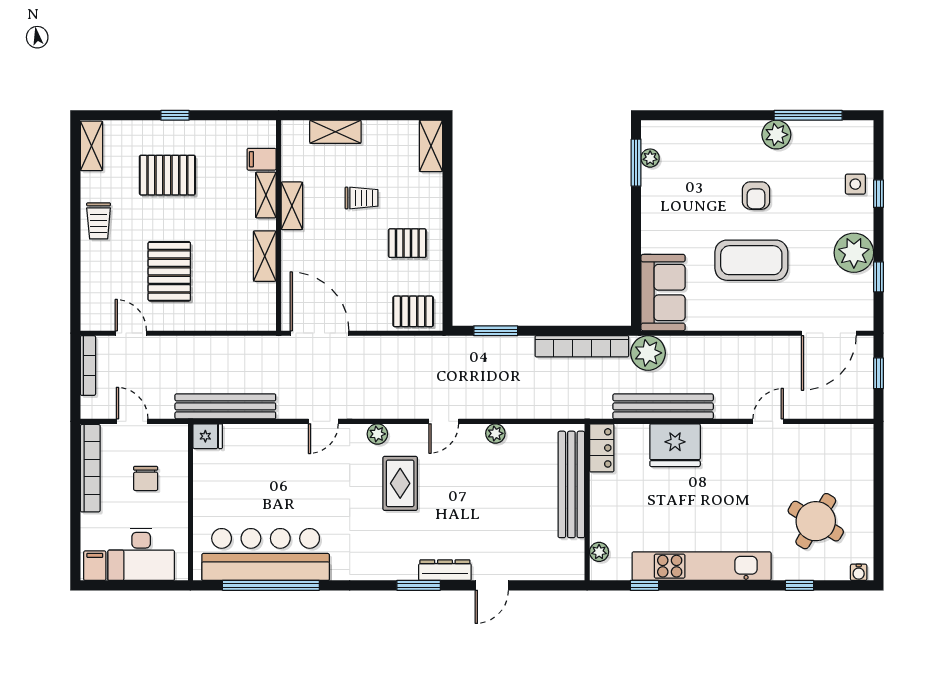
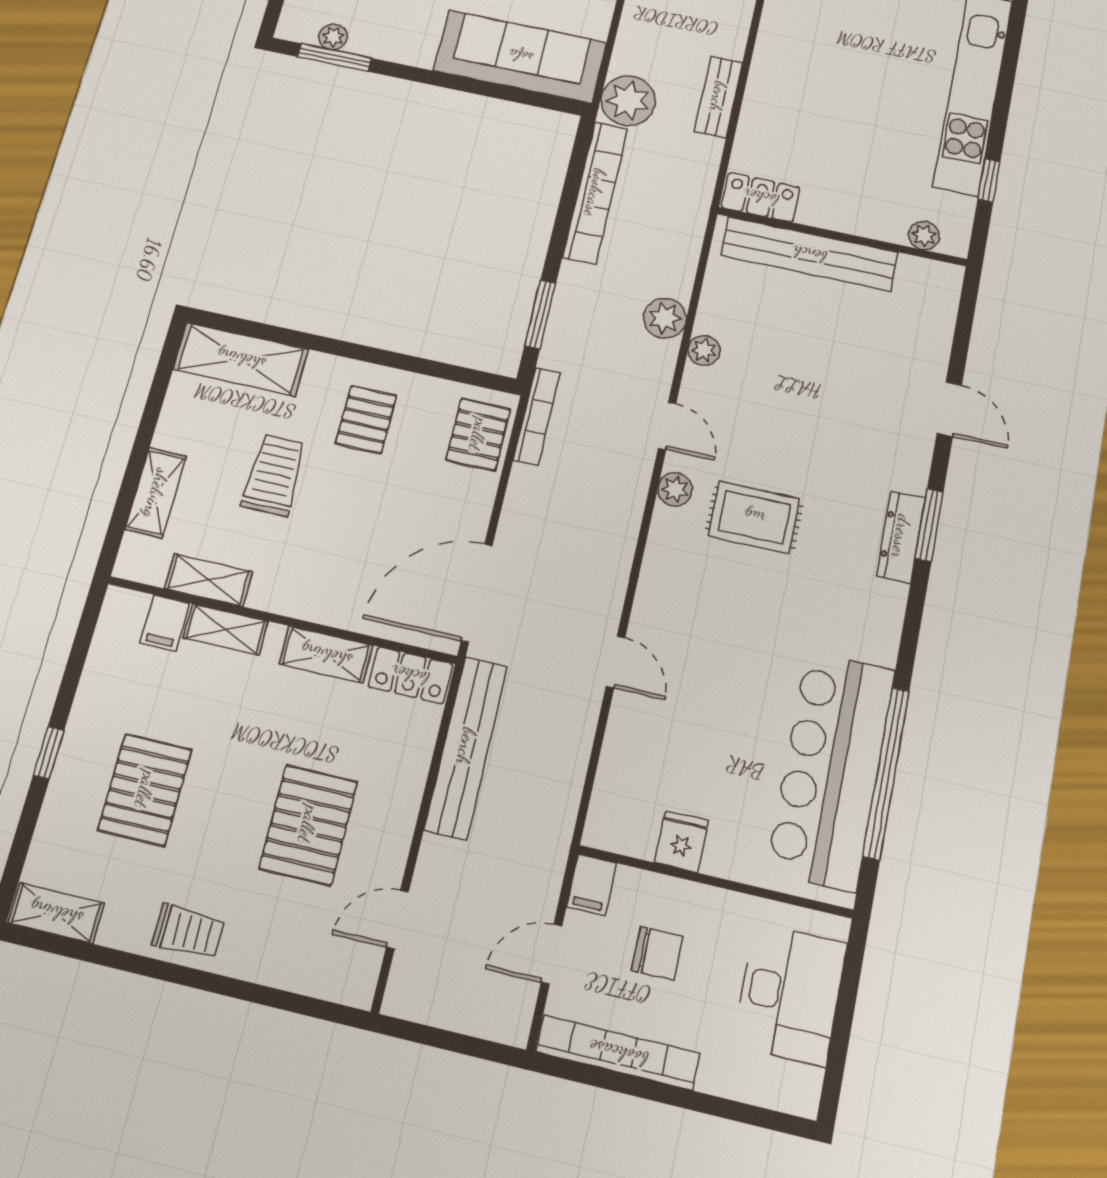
shelving: (431, 146) -> (241, 359), width x1.50, depth x1.33
trolley: (362, 198) -> (274, 475), width x1.36, depth x1.39
shelving: (292, 206) -> (208, 580), moved
pallet: (169, 271) -> (308, 825), turned 90
sofa: (663, 293) -> (520, 56), width x1.36
locker: (264, 307) -> (410, 675), added
bookcase: (88, 366) -> (537, 416), moved, turned 90
bench: (225, 406) -> (466, 747), moved
plant: (510, 406) -> (665, 318), added
bench: (663, 406) -> (718, 97), width x0.54, depth x0.82
door: (323, 421) -> (615, 662), moved
plant: (377, 434) -> (675, 489), moved
fridge: (208, 436) -> (682, 841), moved
fridge: (675, 445) -> (778, 92), removed
filing cabinet: (95, 566) -> (591, 885), moved, turned -90
dresser: (445, 570) -> (901, 537), moved

